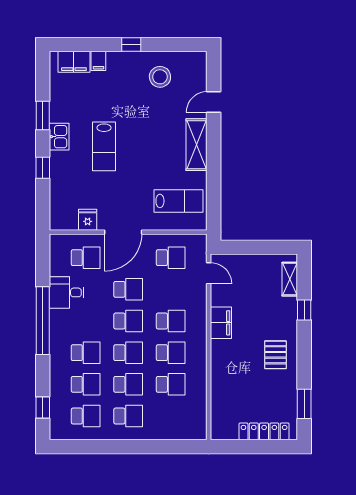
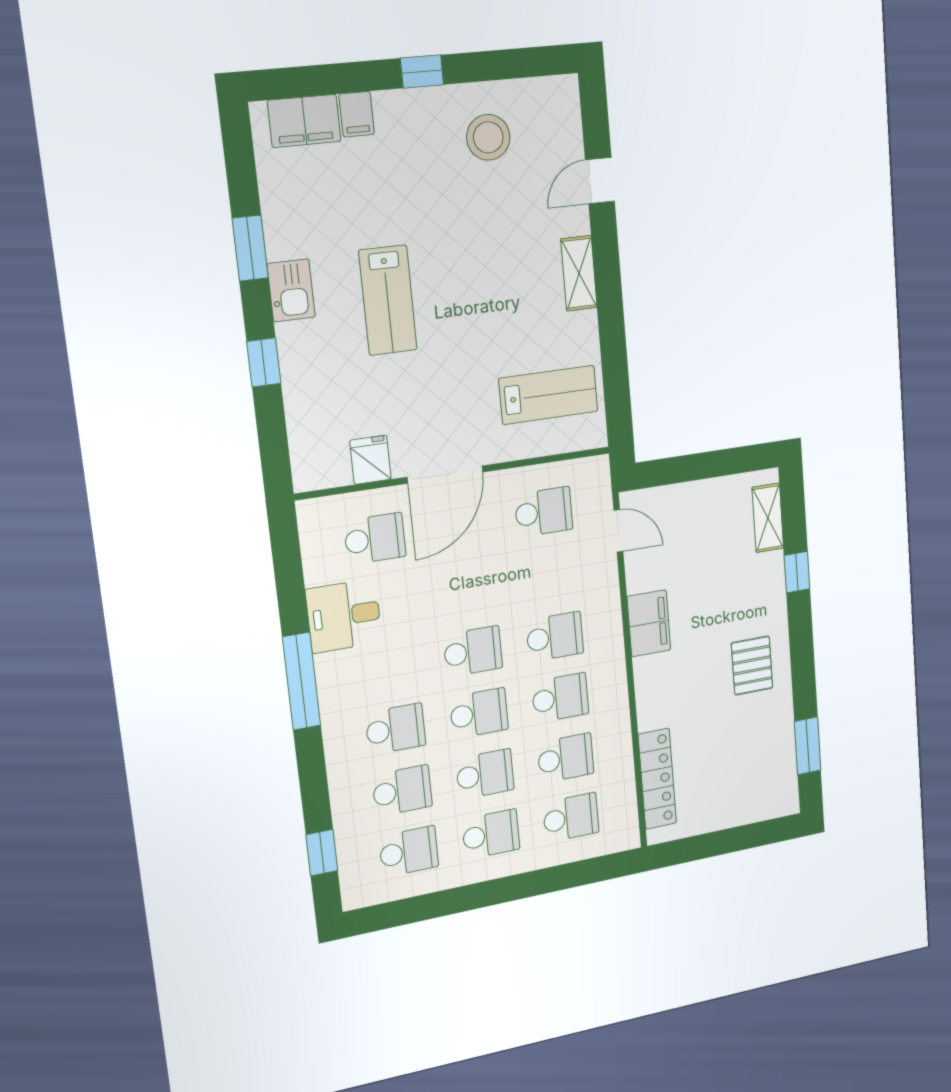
shelving: (197, 145) -> (579, 273), width x0.67, depth x0.75
school desk: (128, 289) -> (571, 818), moved
window: (43, 321) -> (301, 681), width x0.68
locker: (264, 431) -> (657, 779), moved, turned 90

